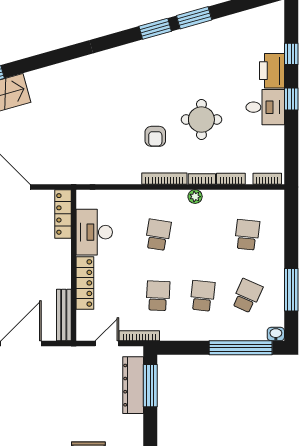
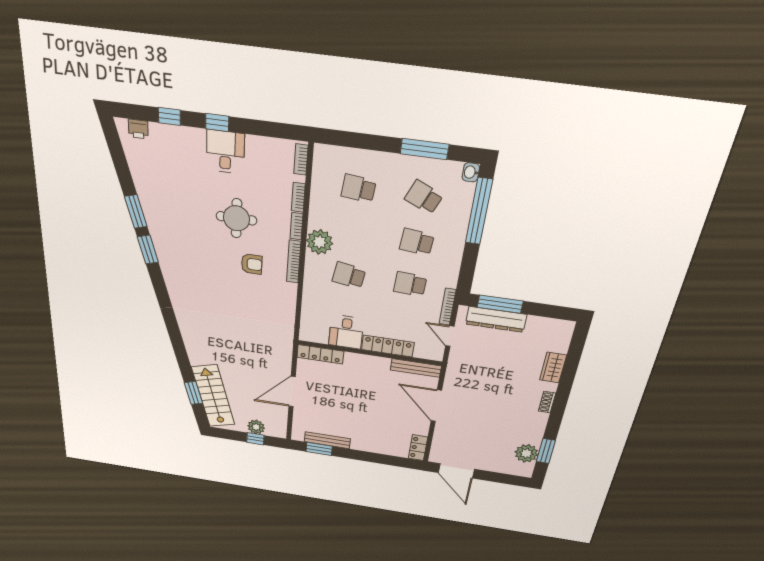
printer: (272, 71) -> (138, 129), moved, width x0.53, depth x0.68
plant: (195, 197) -> (320, 242), width x1.87, depth x1.87
desk: (94, 232) -> (346, 332), width x0.73

